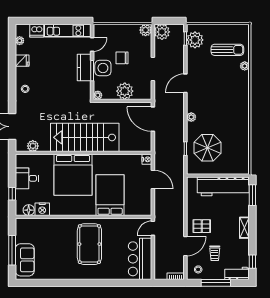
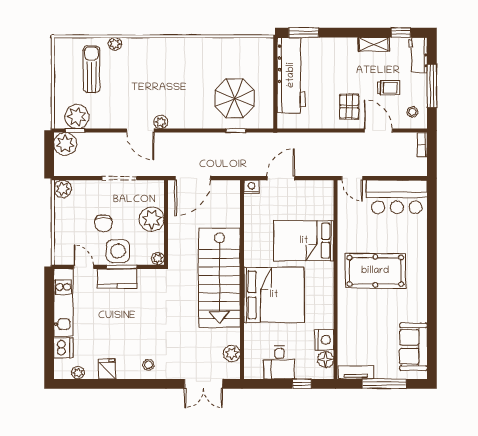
plant: (162, 32) -> (65, 144), moved
plant: (191, 117) -> (161, 122), moved
shelving: (244, 228) -> (374, 44), moved
tv unit: (20, 231) -> (356, 372), added
sofa: (25, 260) -> (413, 347), moved, turned -90

